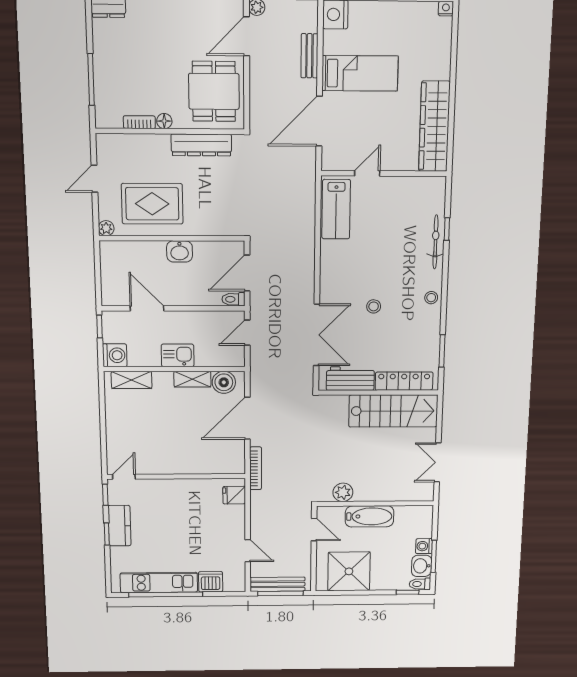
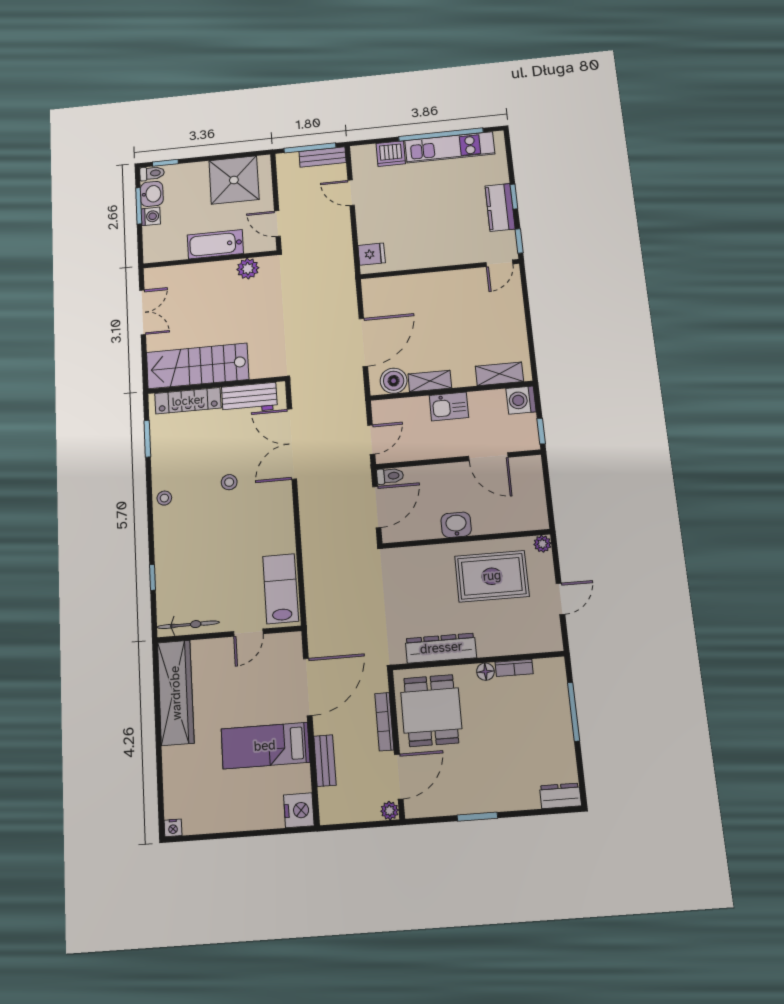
bicycle: (435, 242) -> (188, 625), moved, turned -90
bookcase: (256, 468) -> (384, 722), moved
bench: (277, 584) -> (323, 157), width x0.73

